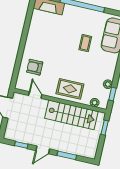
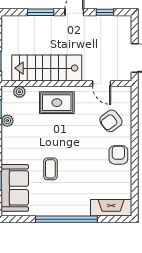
armchair: (35, 42) -> (118, 155), added
armchair: (35, 67) -> (111, 121), turned 143

